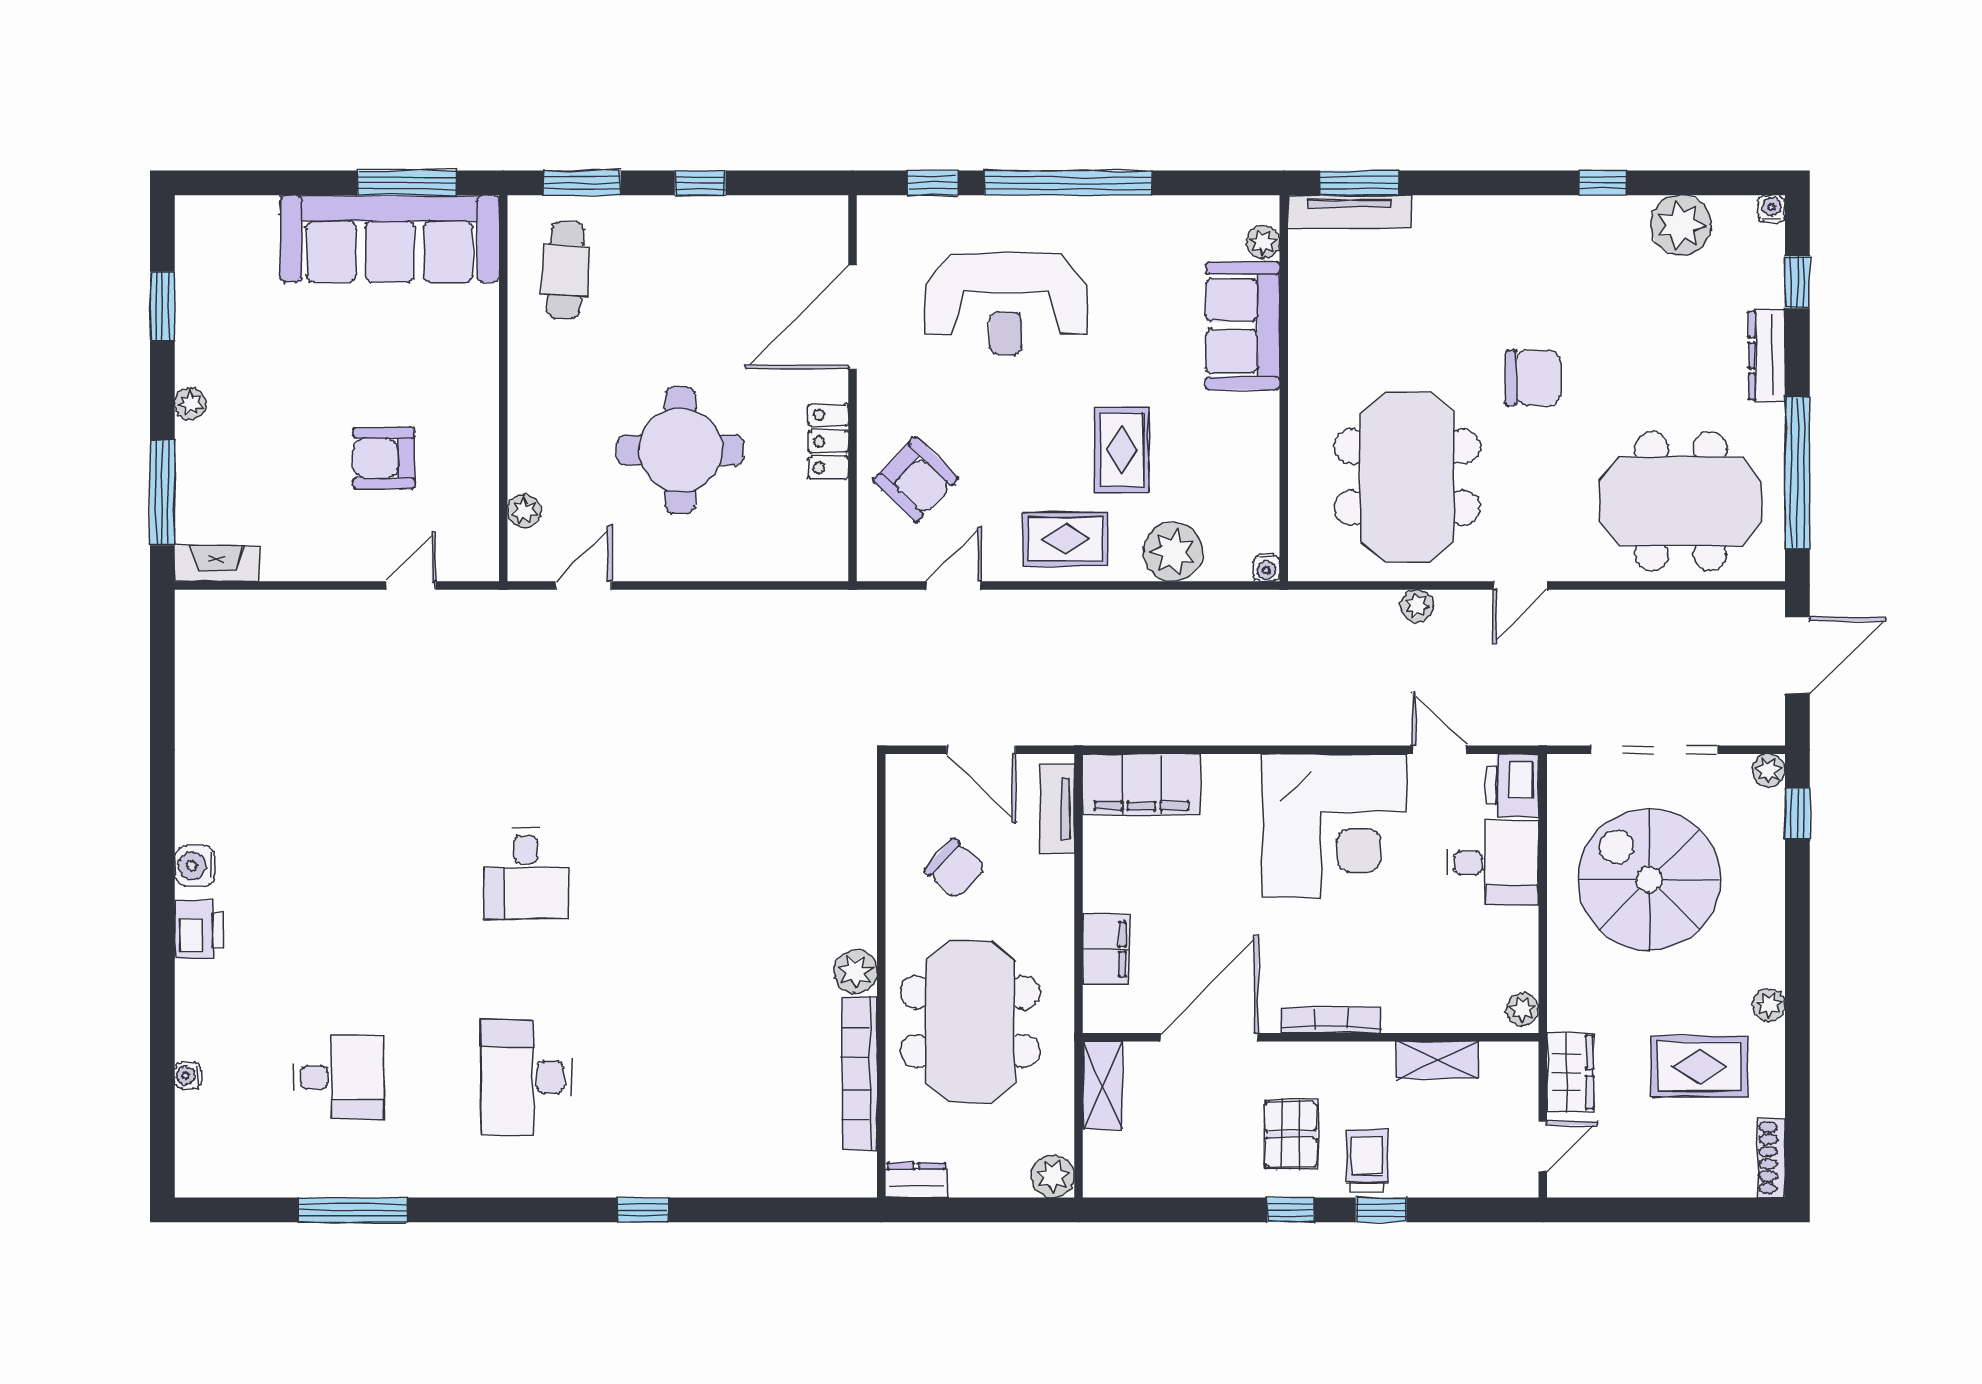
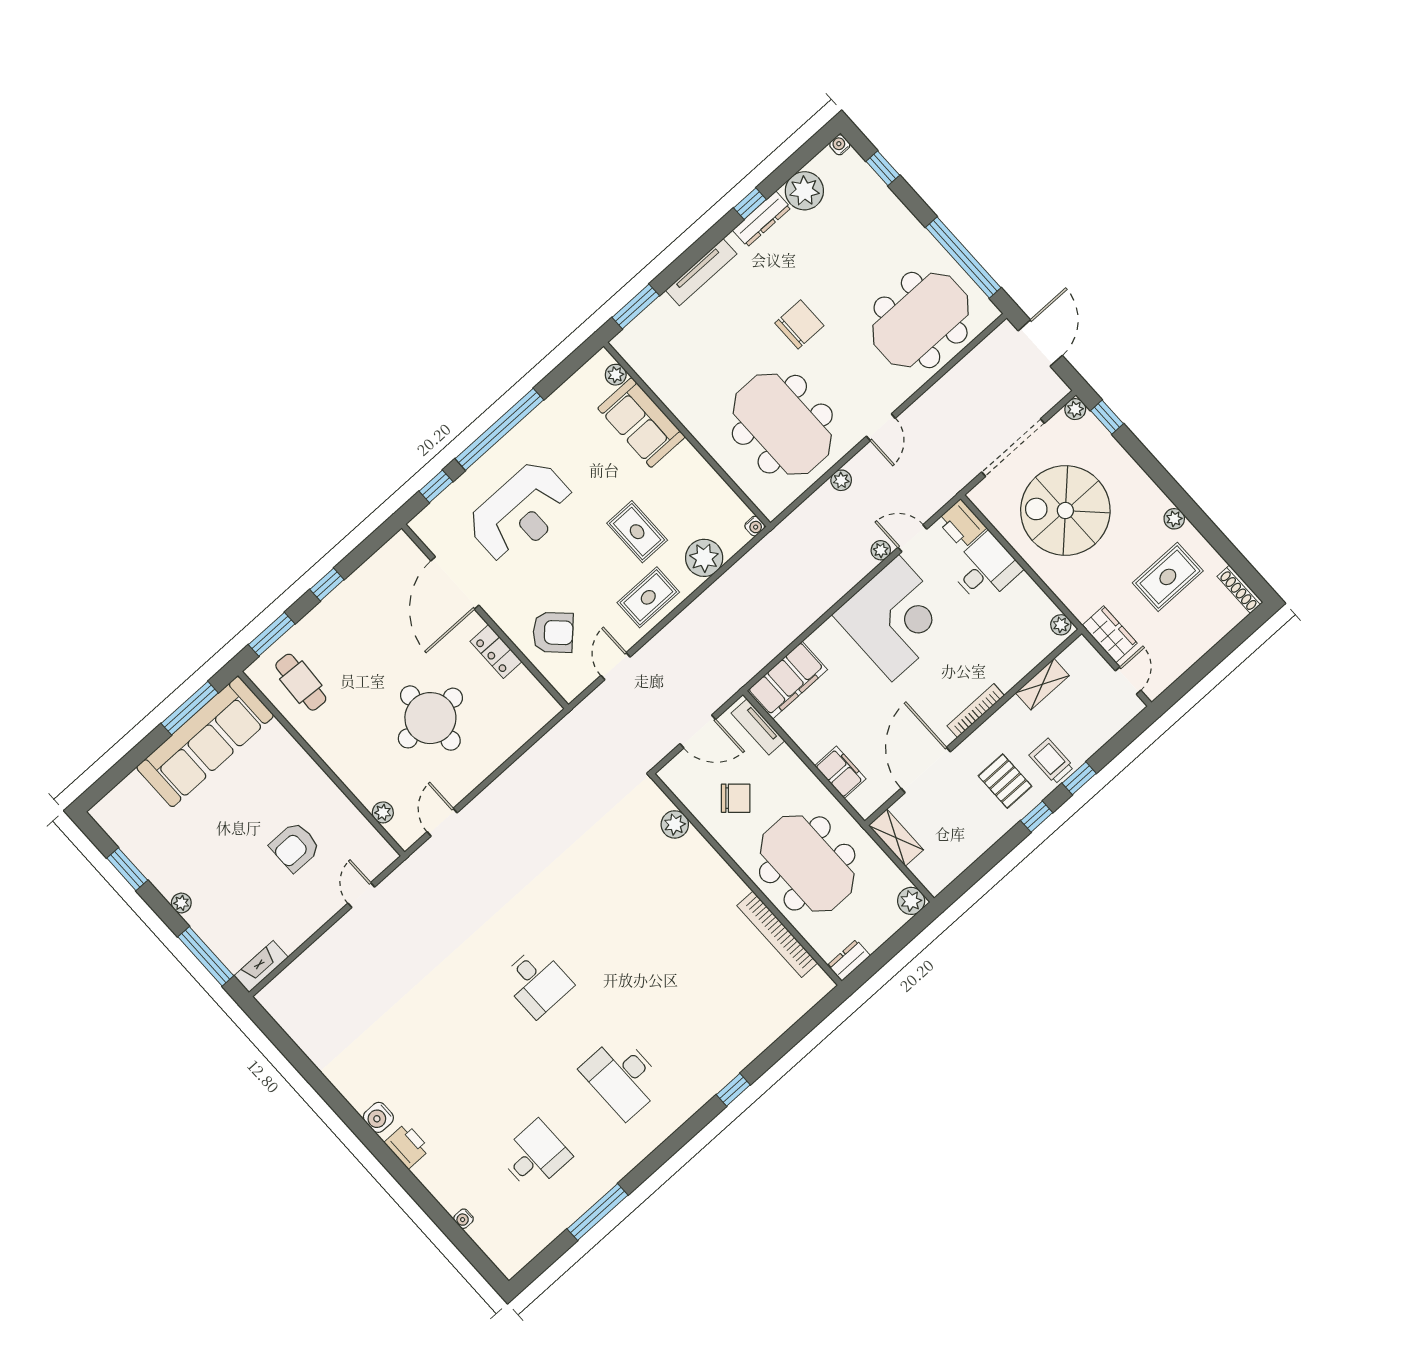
tv unit: (1349, 212) -> (701, 272), moved
dresser: (1767, 355) -> (762, 219), moved, turned -90
plant: (1389, 730) -> (881, 550), added
plant: (855, 971) -> (675, 824), moved

